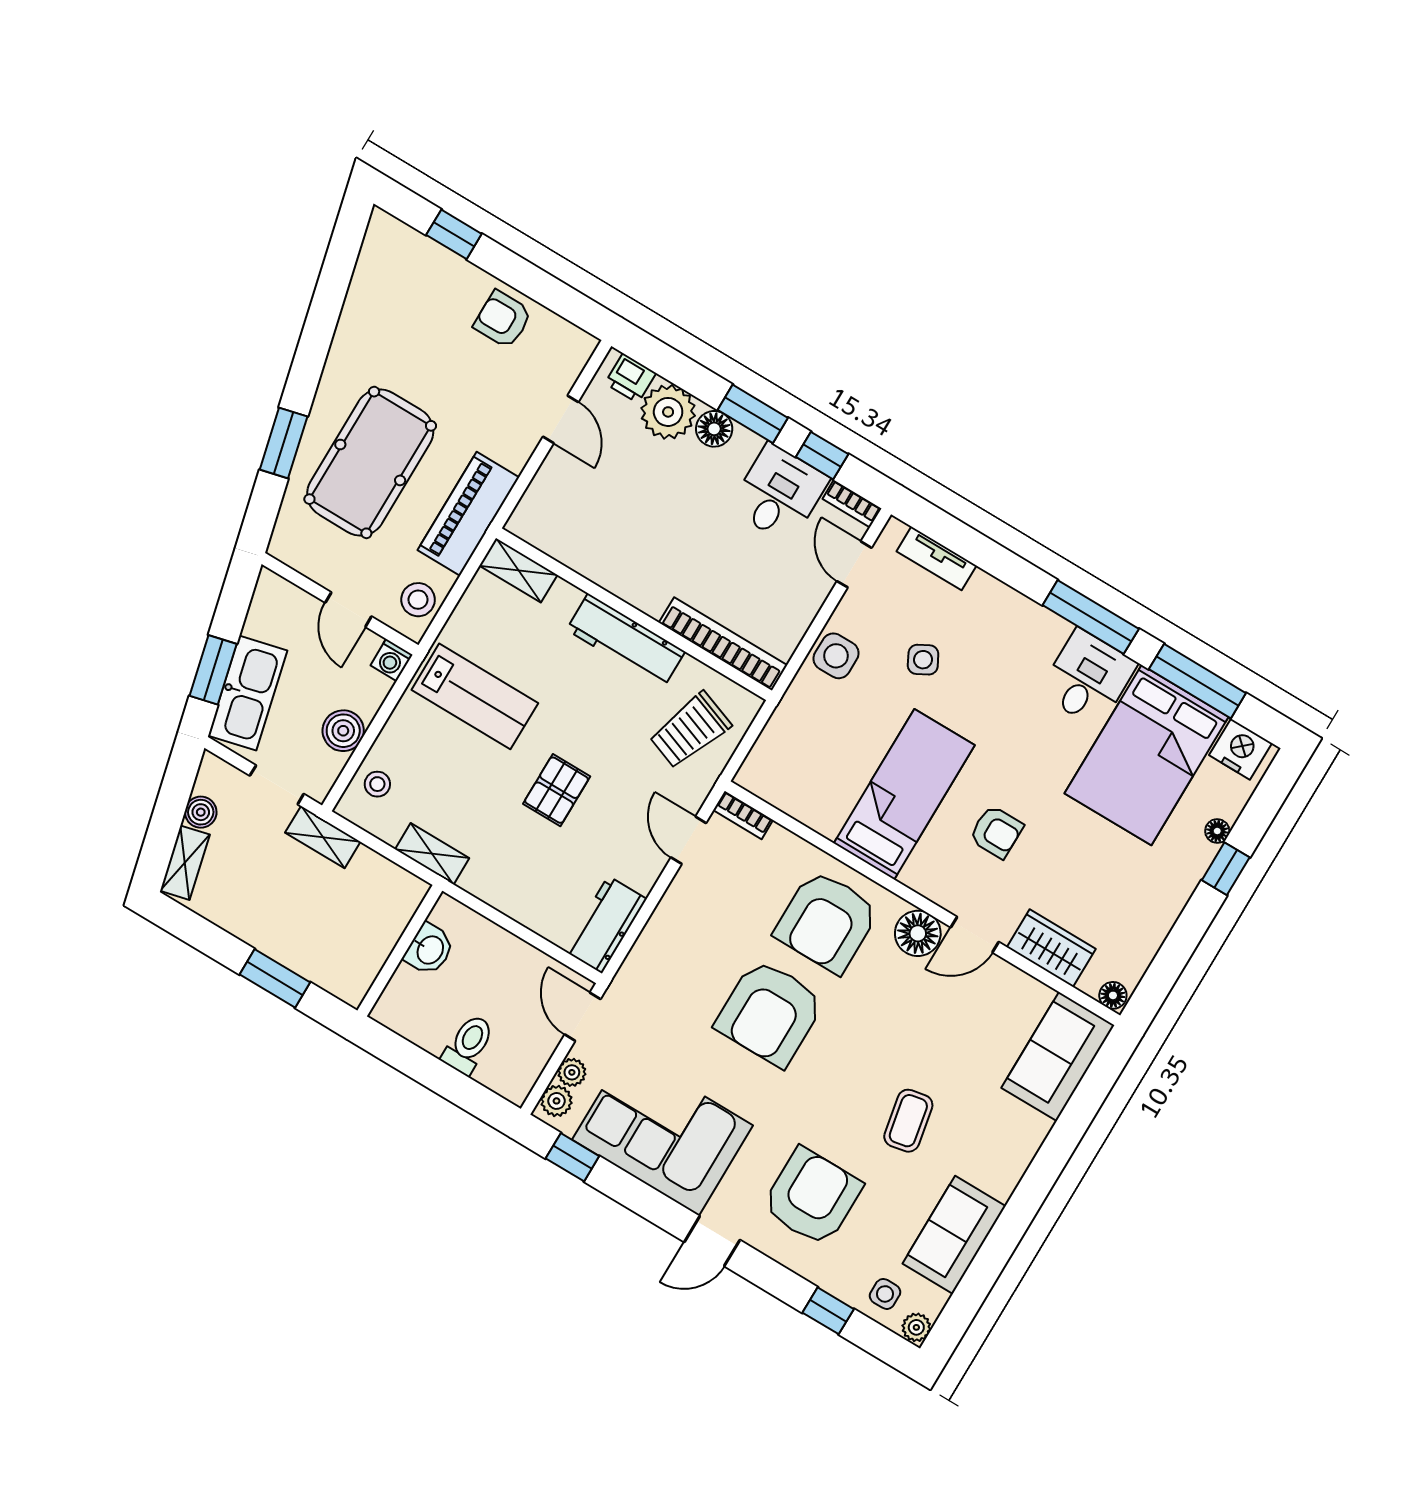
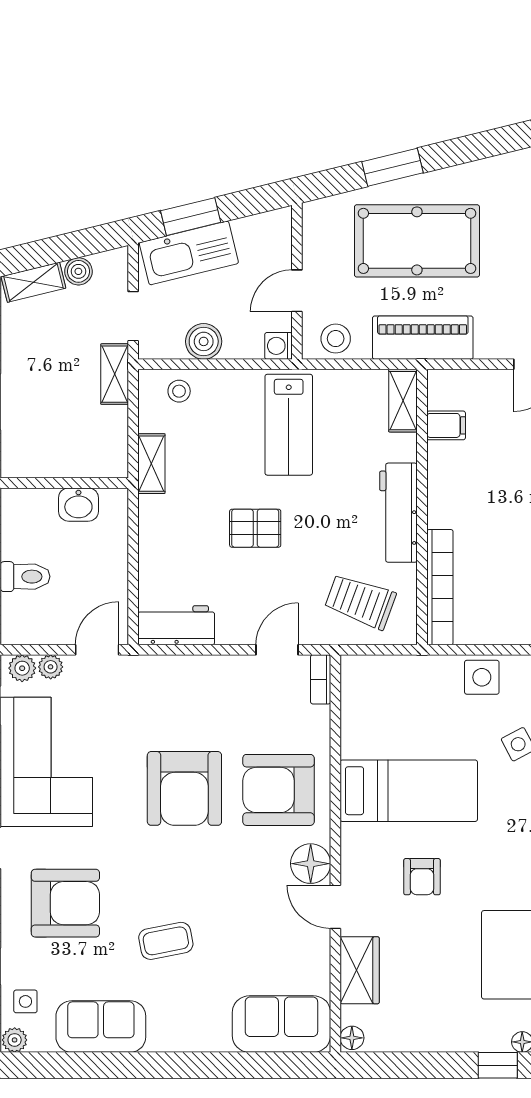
filing cabinet: (568, 543) -> (446, 425), added
armchair: (770, 1013) -> (184, 788), turned -90

